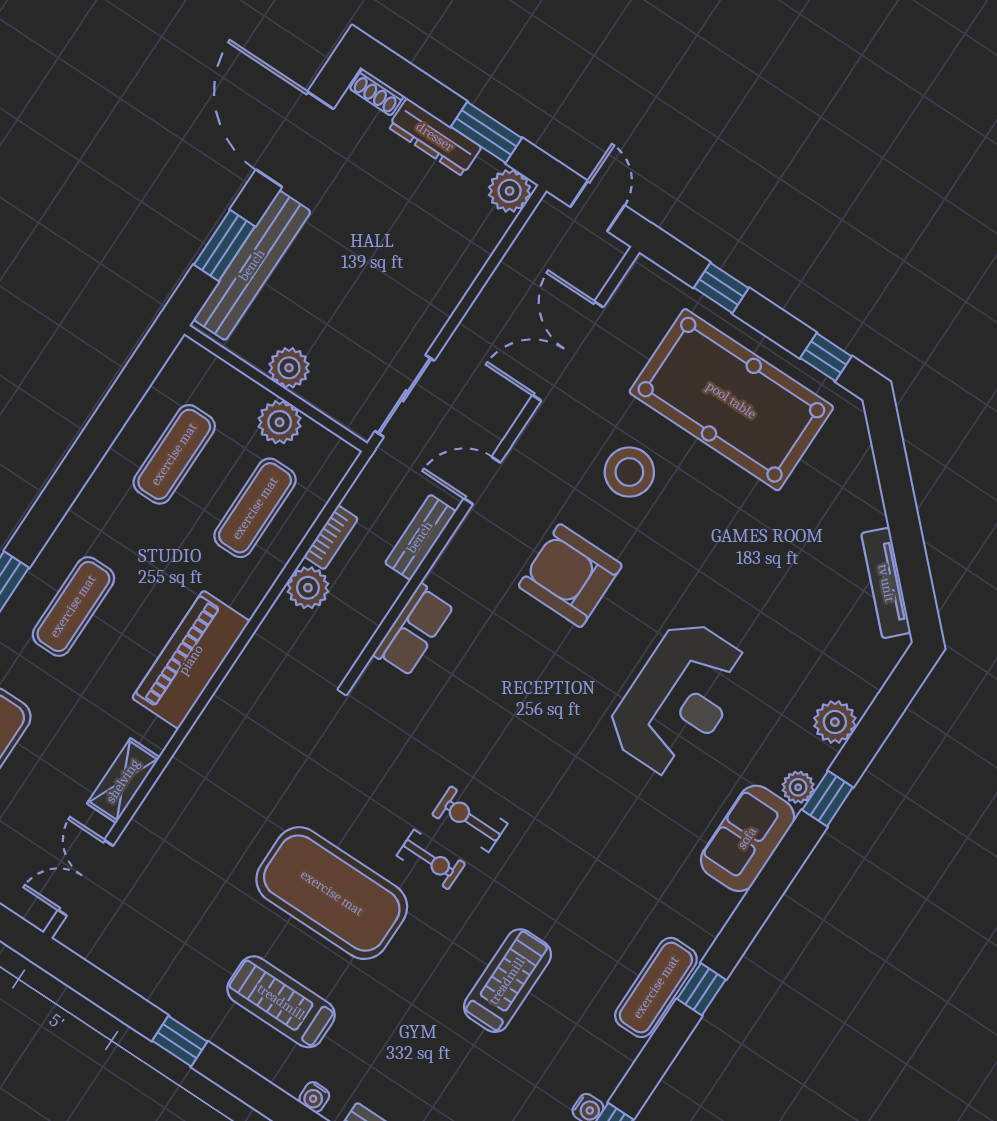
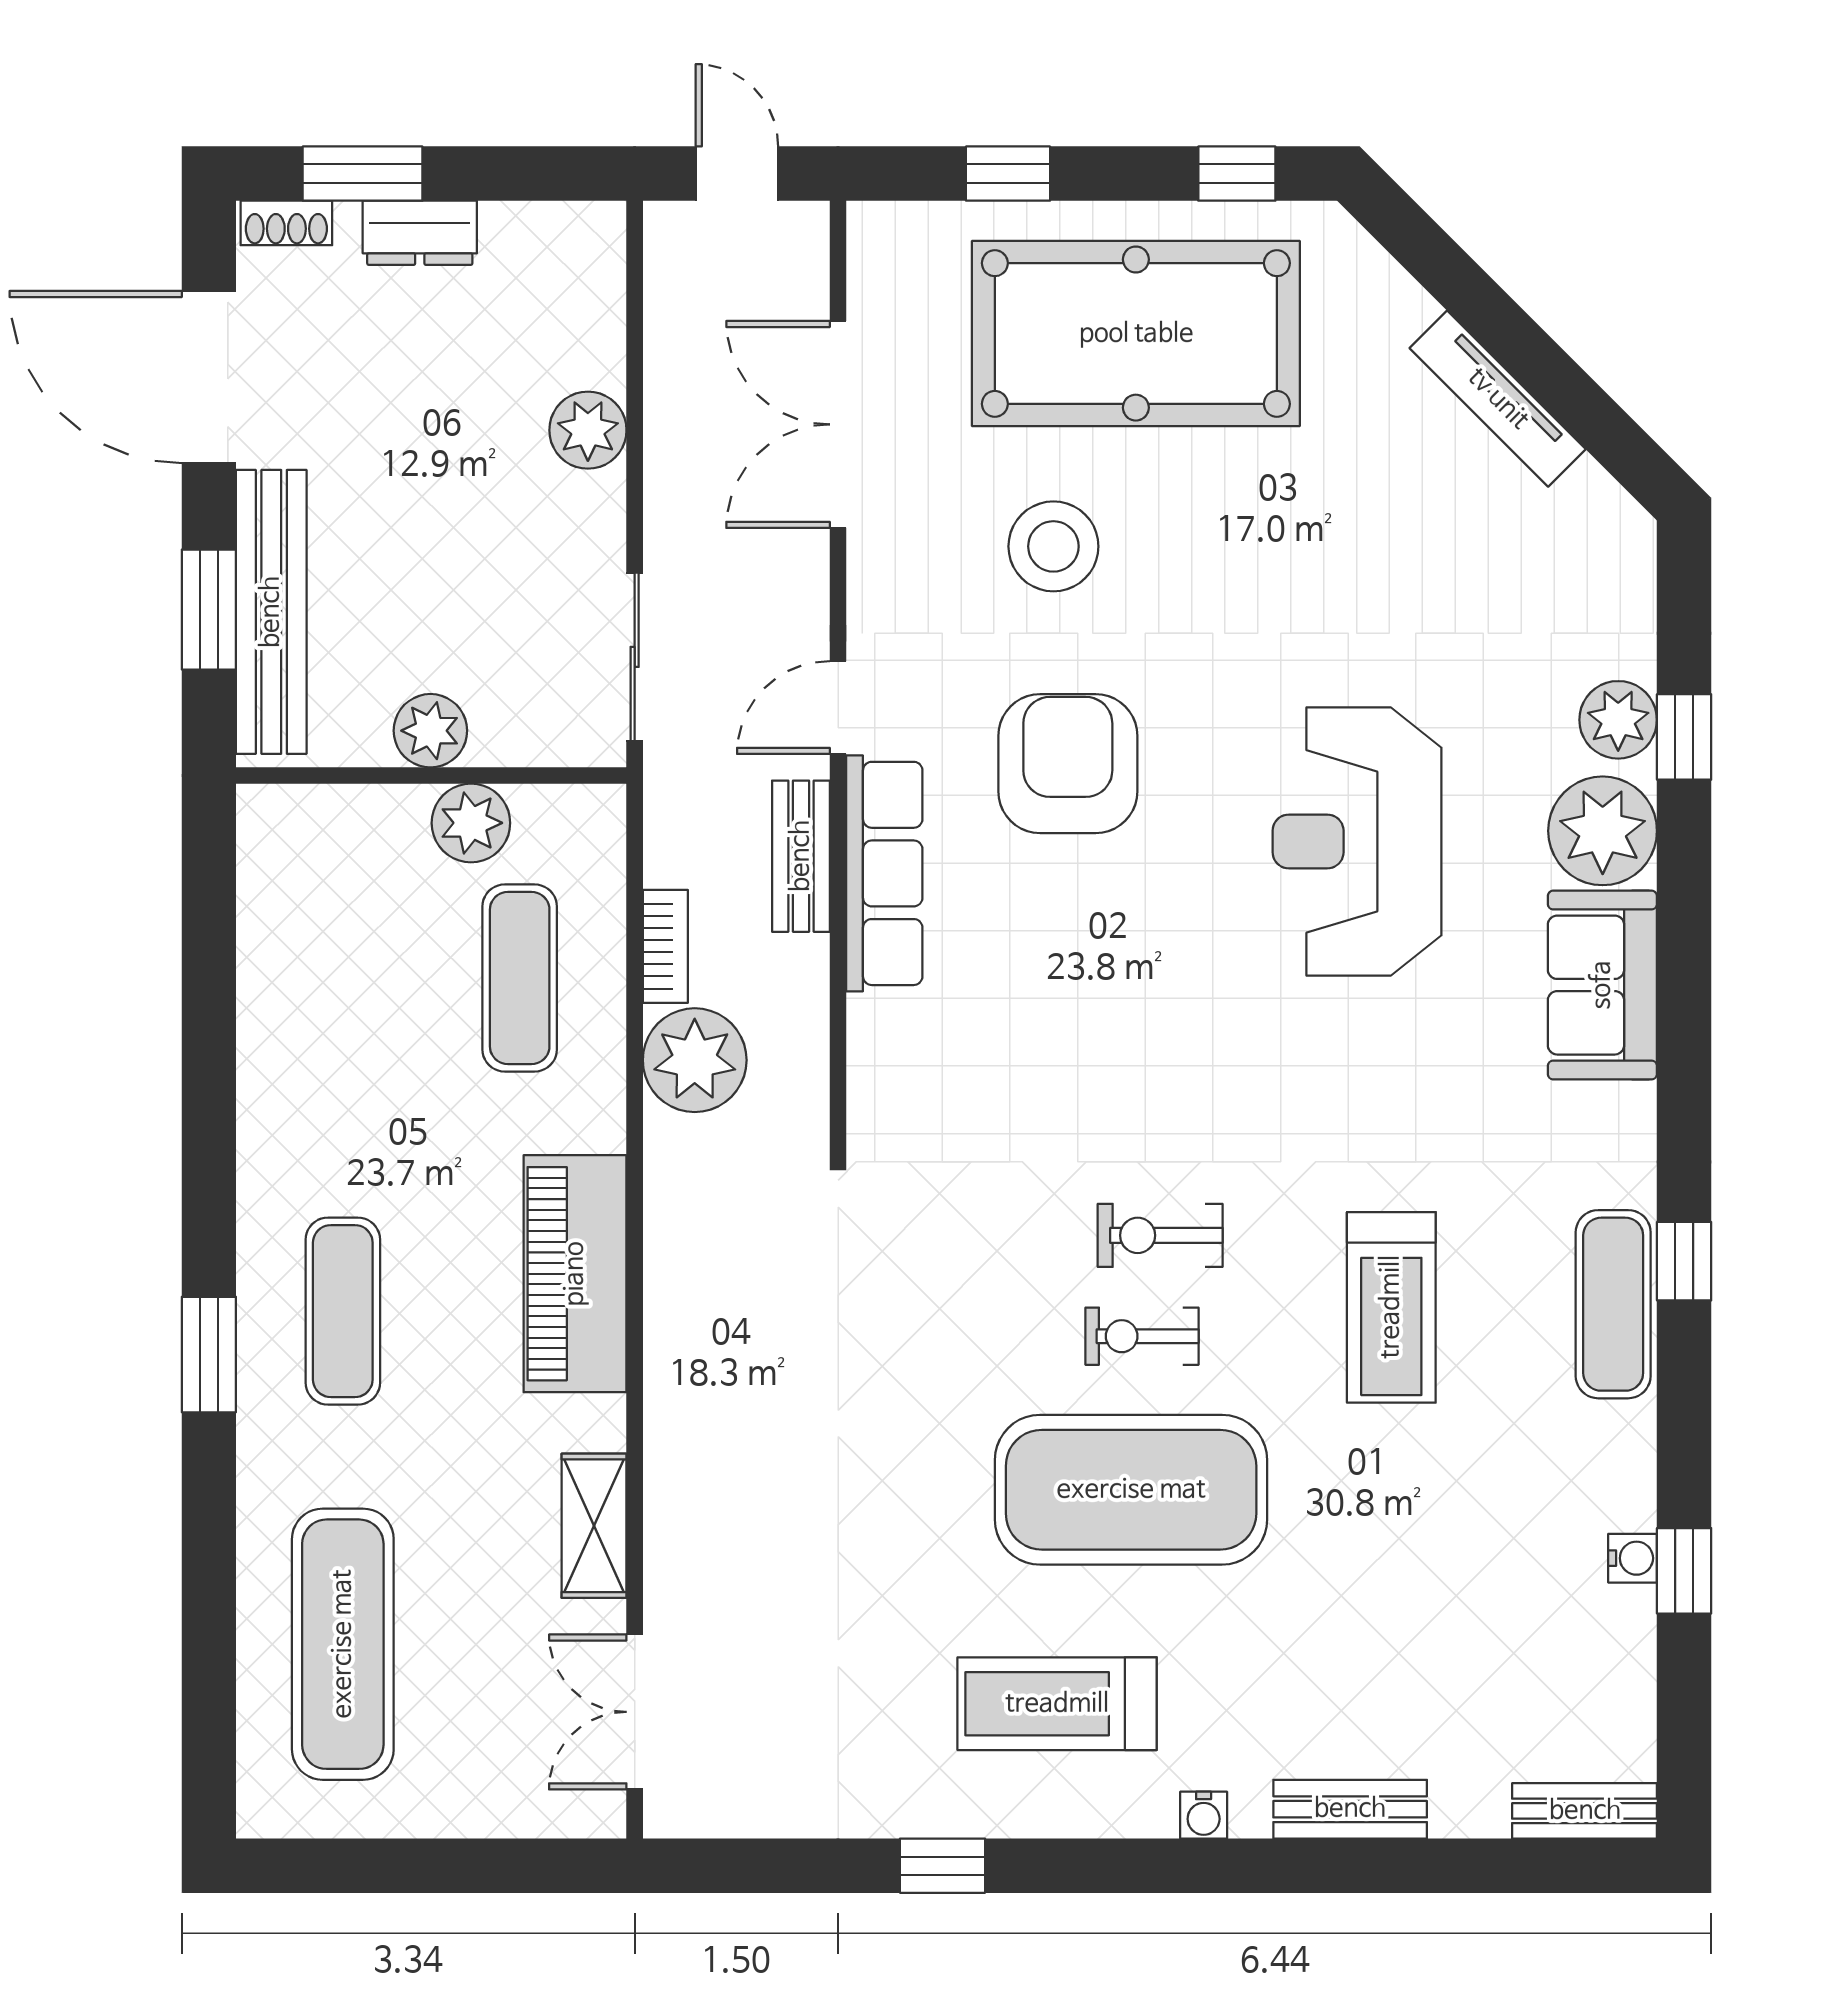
window: (486, 132) -> (363, 174), moved
dresser: (435, 137) -> (420, 233), width x0.70
plant: (510, 191) -> (588, 430), moved
exercise mat: (174, 454) -> (343, 978), removed
armchair: (570, 576) -> (1068, 764), turned 90
tv unit: (886, 583) -> (1498, 399), moved
plant: (308, 588) -> (695, 1060), width x1.36, depth x1.36
row of seats: (414, 630) -> (884, 873), moved, width x1.48
reception desk: (679, 699) -> (1357, 841), turned 180
plant: (798, 787) -> (1603, 831), width x1.87, depth x1.87
window: (828, 799) -> (1684, 737), moved
exercise bike: (431, 860) -> (1142, 1336), turned 180
exercise mat: (332, 893) -> (1131, 1490), moved
treadmill: (507, 981) -> (1391, 1307), moved, turned 180

